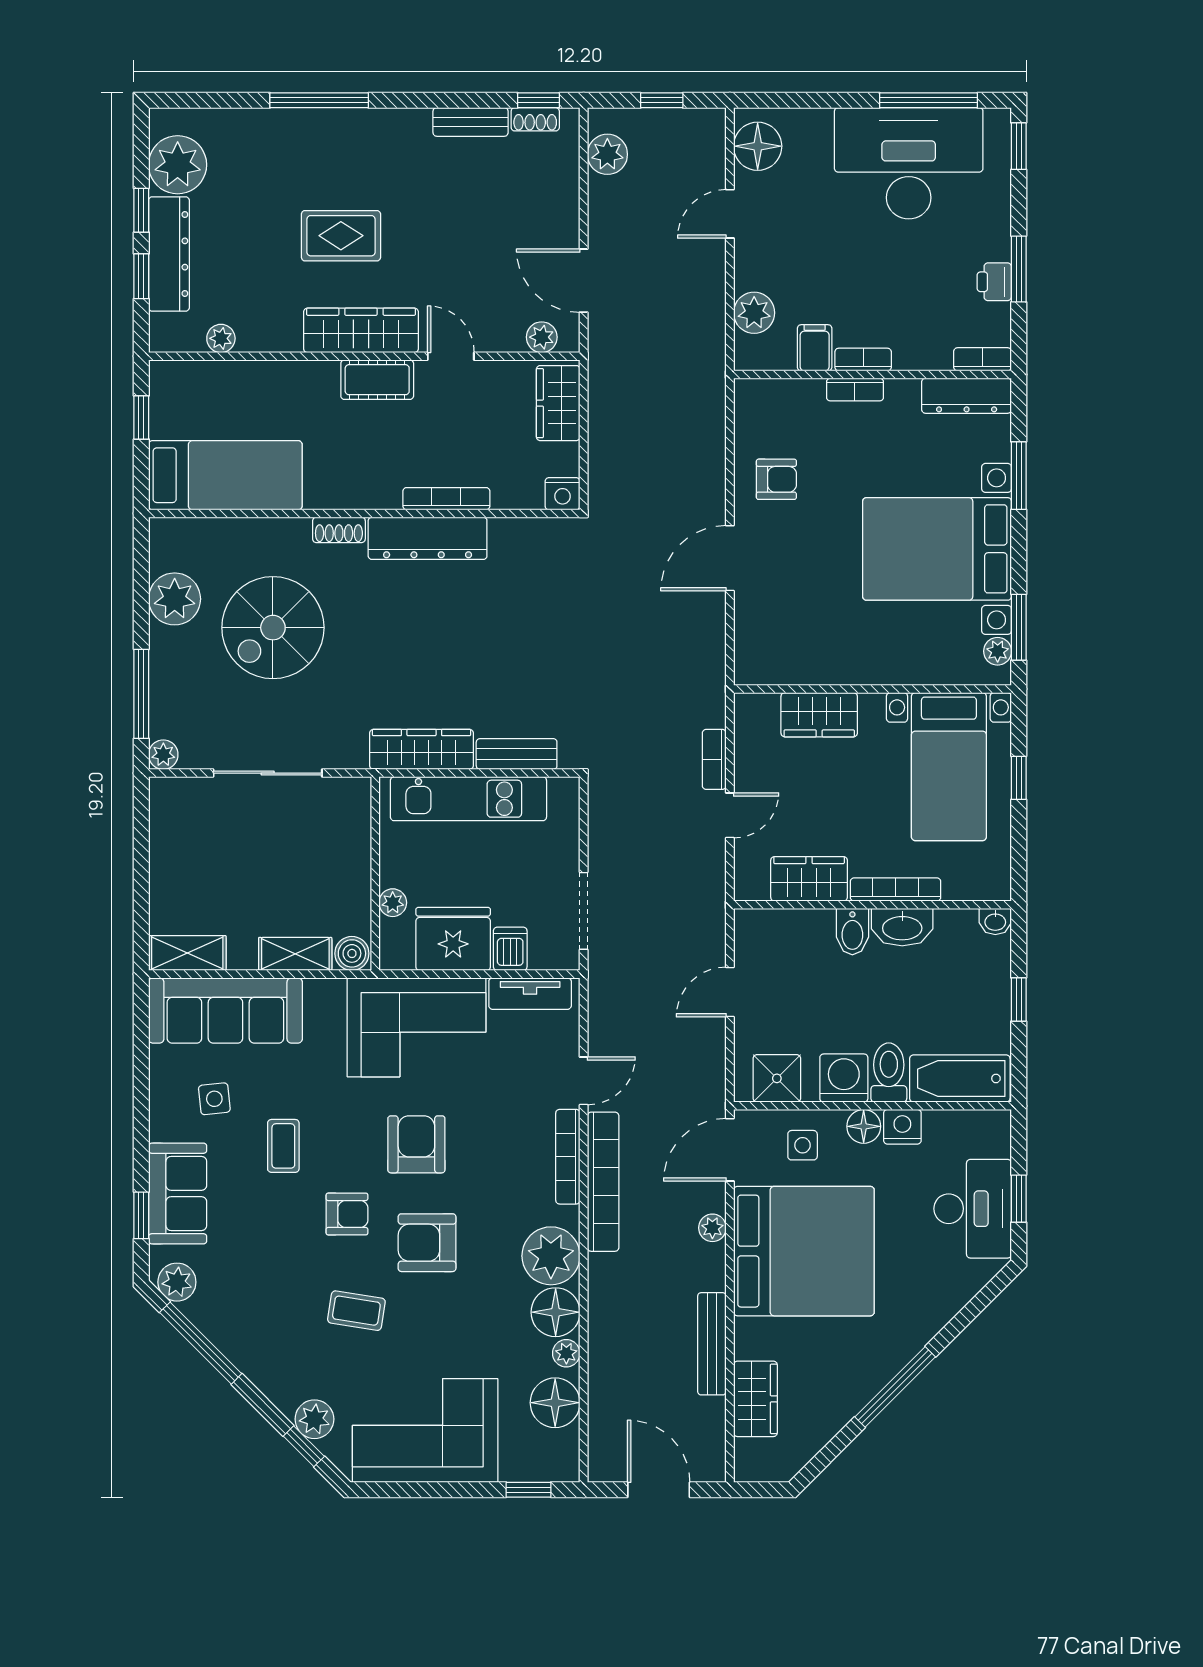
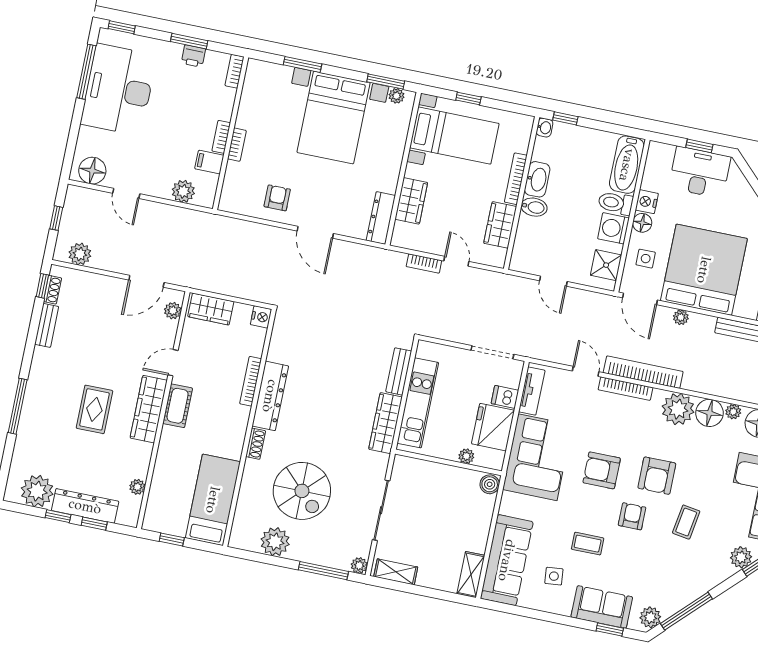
dresser: (967, 396) -> (381, 218), moved, turned 180
shelving: (295, 954) -> (396, 572), moved, turned 90
window: (1019, 1000) -> (565, 118), moved

